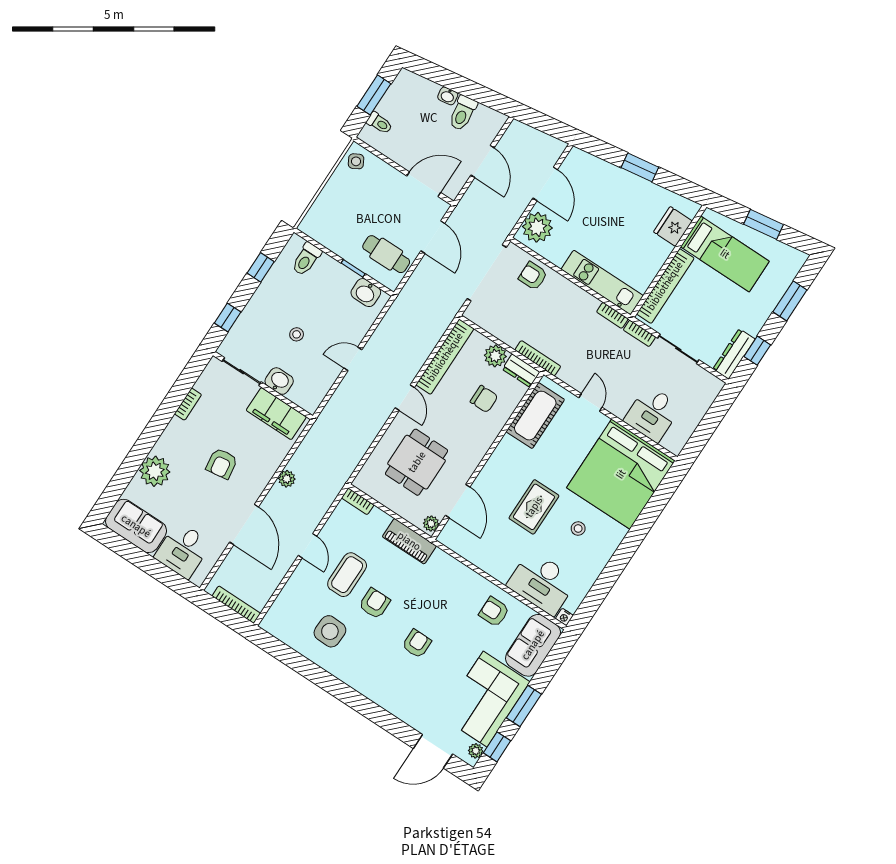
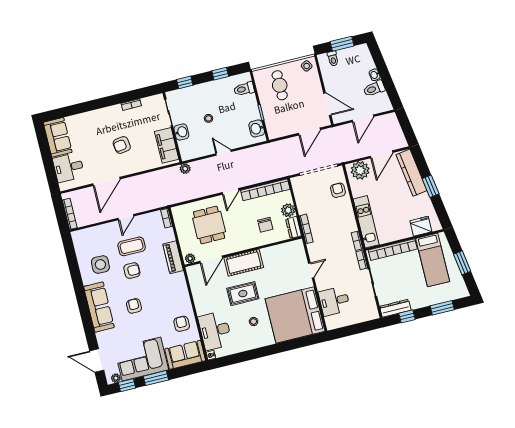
kitchen counter: (602, 172) -> (412, 173), added
cafe table: (386, 254) -> (280, 85), moved
cot: (535, 416) -> (244, 263), moved
dining table: (417, 462) -> (209, 225), turned 90
plant: (155, 471) -> (89, 121), removed
plant: (287, 479) -> (185, 169), moved
armchair: (417, 644) -> (134, 306), turned -90
sofa: (376, 684) -> (99, 307), added

